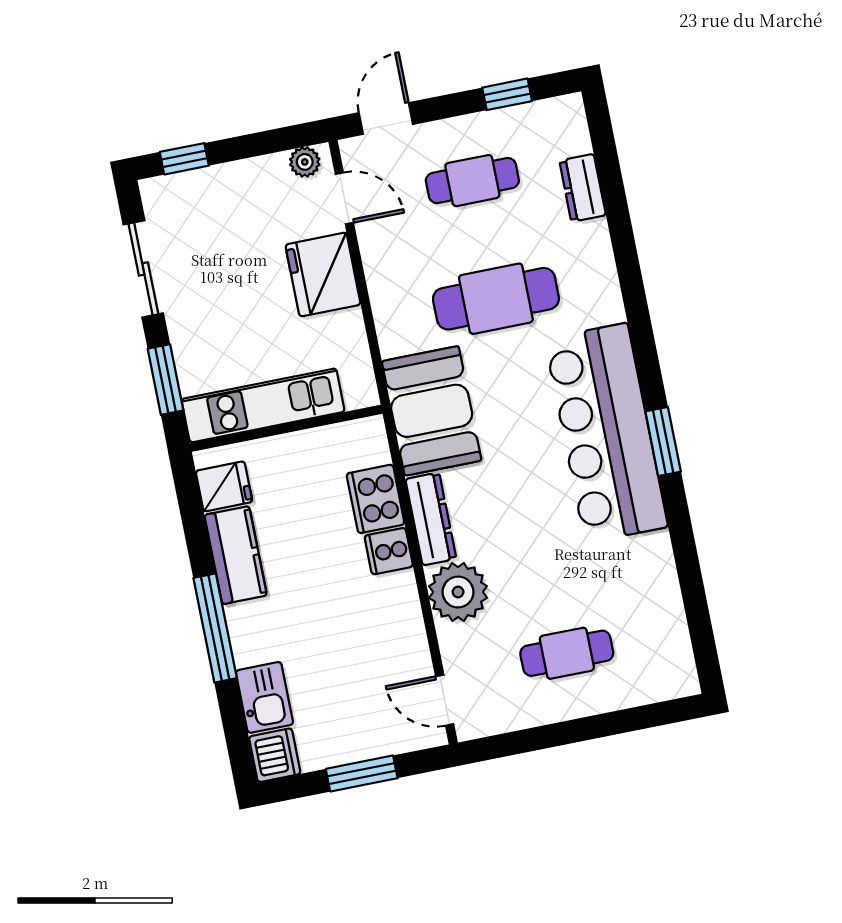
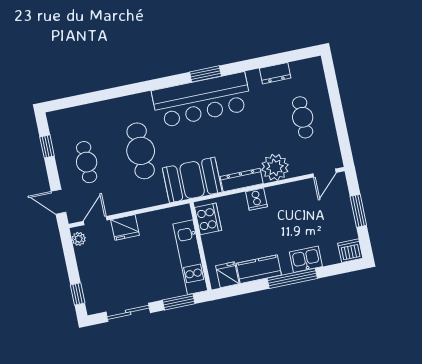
dresser: (583, 188) -> (275, 73), moved
fridge: (323, 275) -> (125, 227), width x0.73, depth x0.75
cooker: (376, 499) -> (208, 219), moved, turned -90
kitchen sink: (264, 697) -> (306, 259), moved

